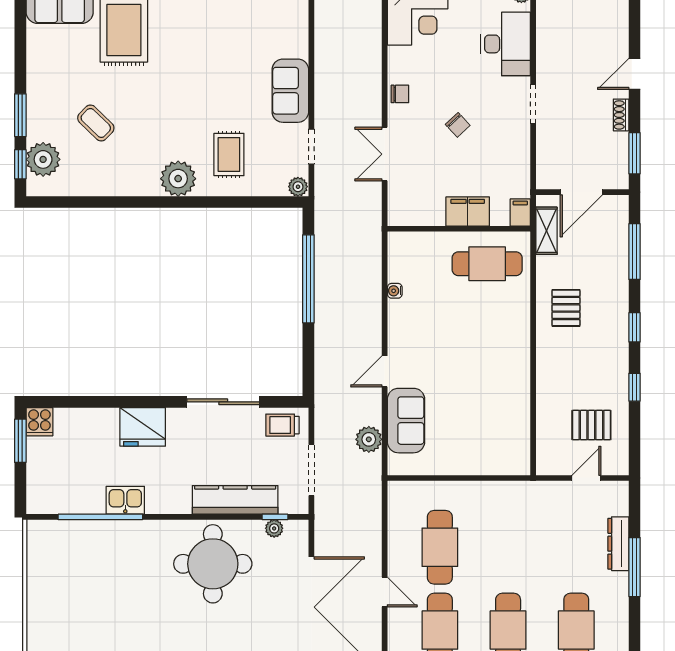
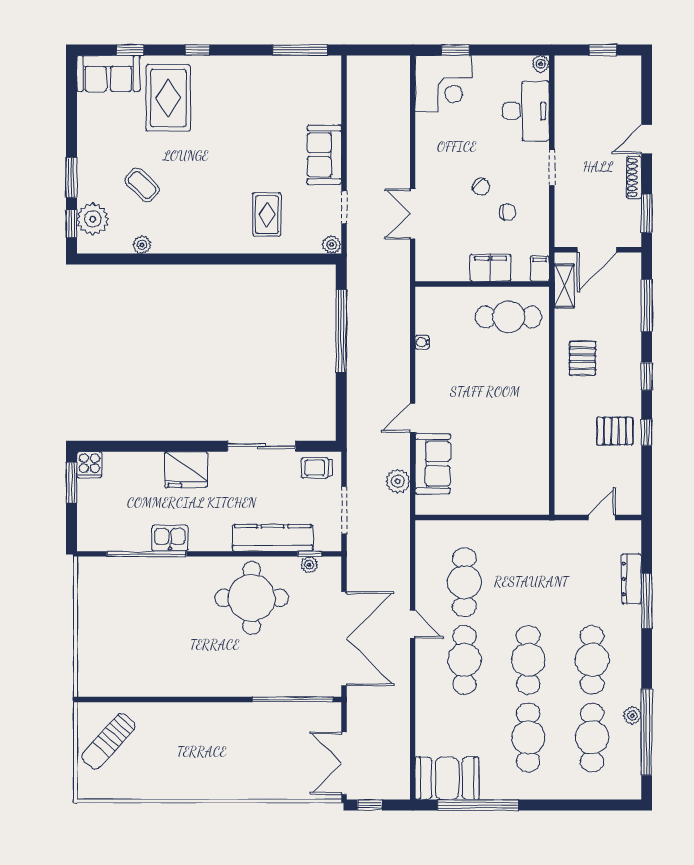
chair: (400, 94) -> (508, 212), moved
shoe rack: (621, 115) -> (634, 177), width x1.43
plant: (178, 179) -> (142, 245), moved, width x0.53, depth x0.53
pallet: (591, 425) -> (615, 431), moved

